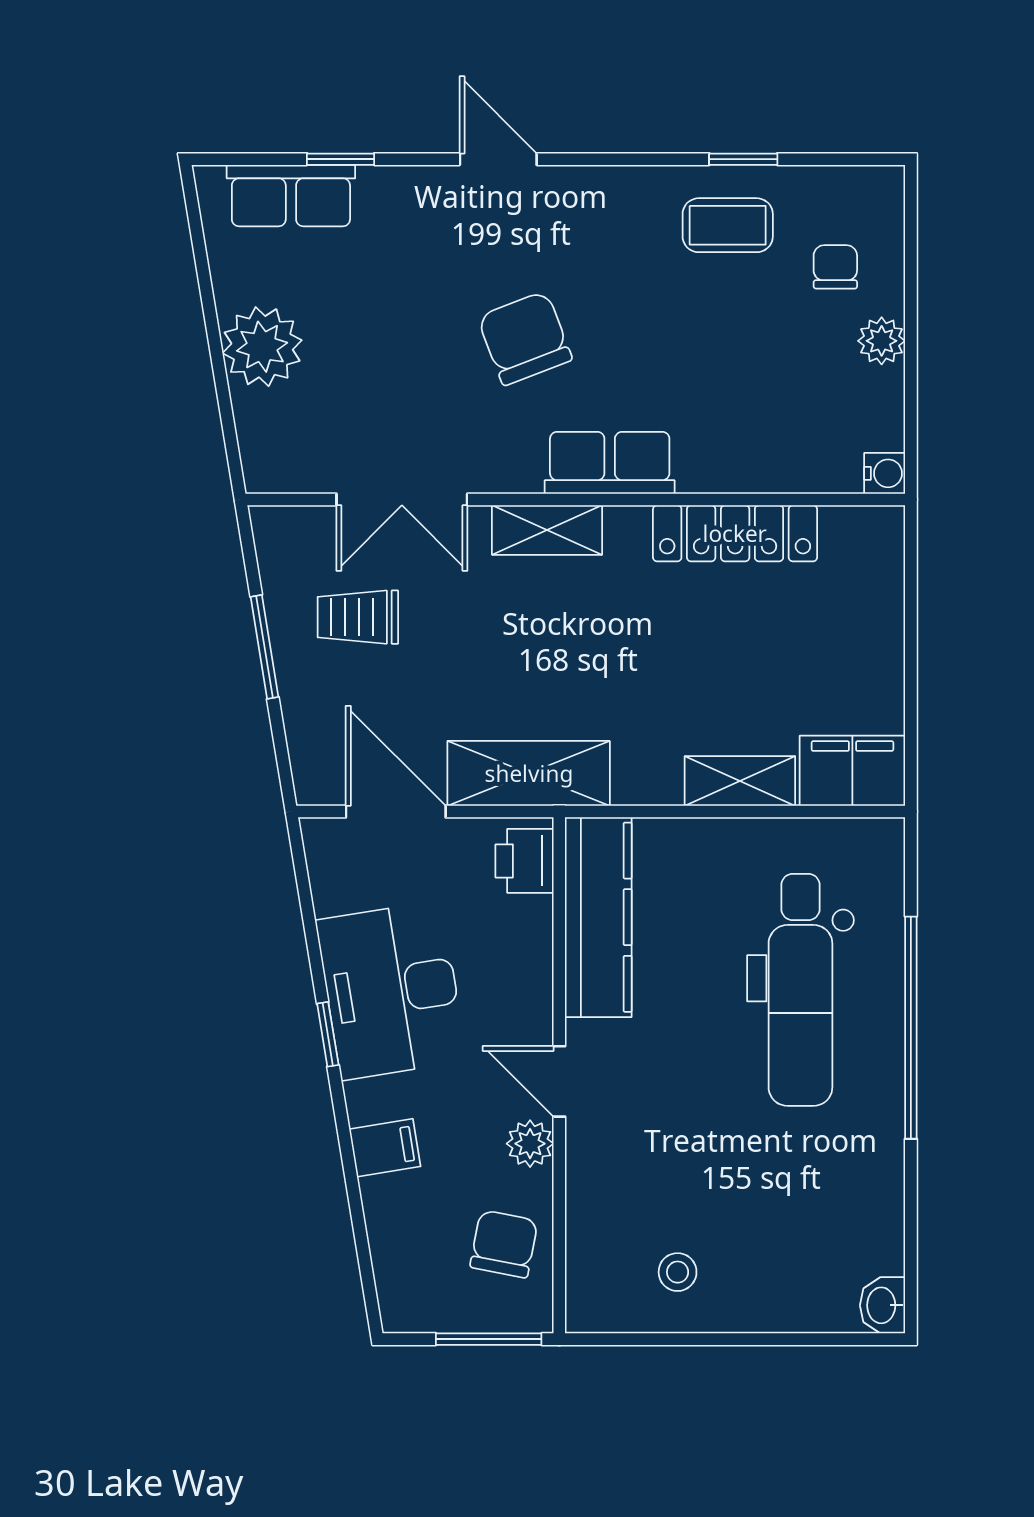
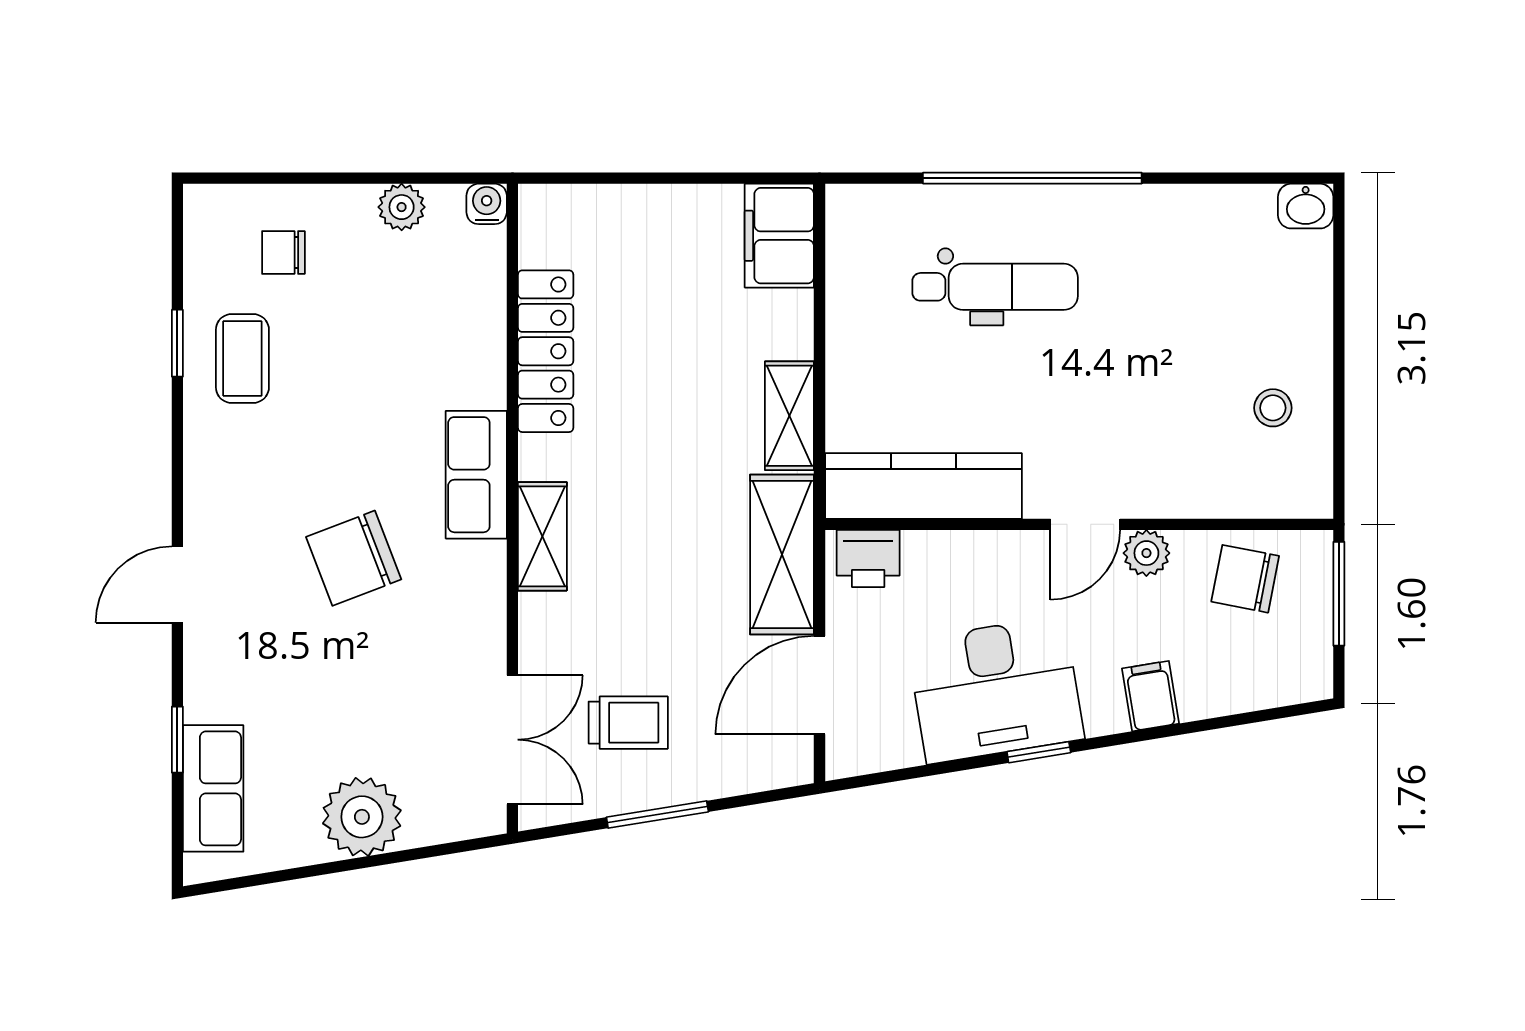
plant: (882, 341) -> (402, 207), moved
double door: (402, 500) -> (512, 740), moved
trolley: (358, 617) -> (628, 723), turned -90
shelving: (740, 781) -> (789, 416), moved
dental chair: (800, 990) -> (995, 287), width x0.73, depth x0.72

